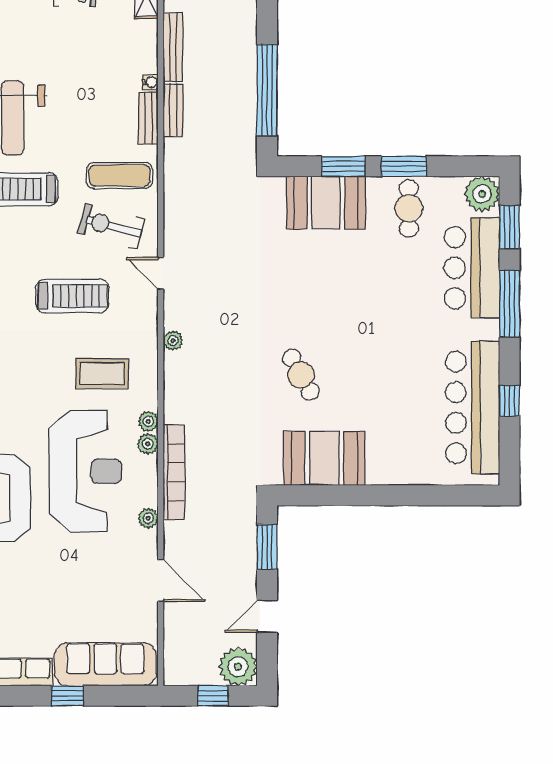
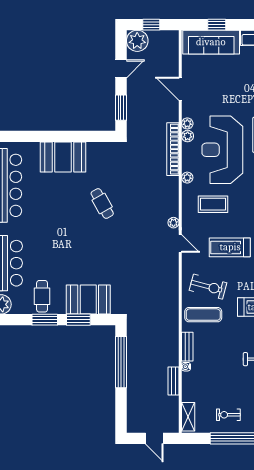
bench: (173, 47) -> (174, 381), width x0.73
bench: (173, 110) -> (173, 351), removed
door: (161, 273) -> (180, 243), moved
plant: (148, 444) -> (188, 136), moved
booth: (324, 458) -> (63, 157), moved
window: (67, 696) -> (217, 25), moved

